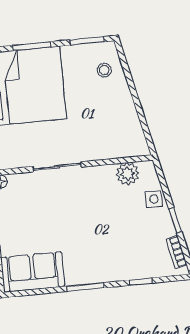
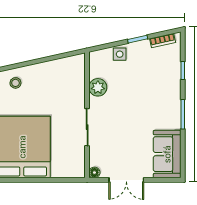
plant: (128, 174) -> (98, 87), moved

